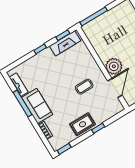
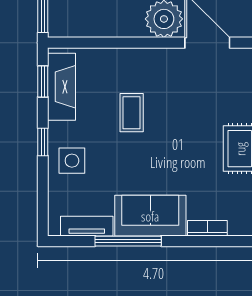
side table: (40, 64) -> (72, 161), added
coffee table: (84, 87) -> (132, 113), moved

